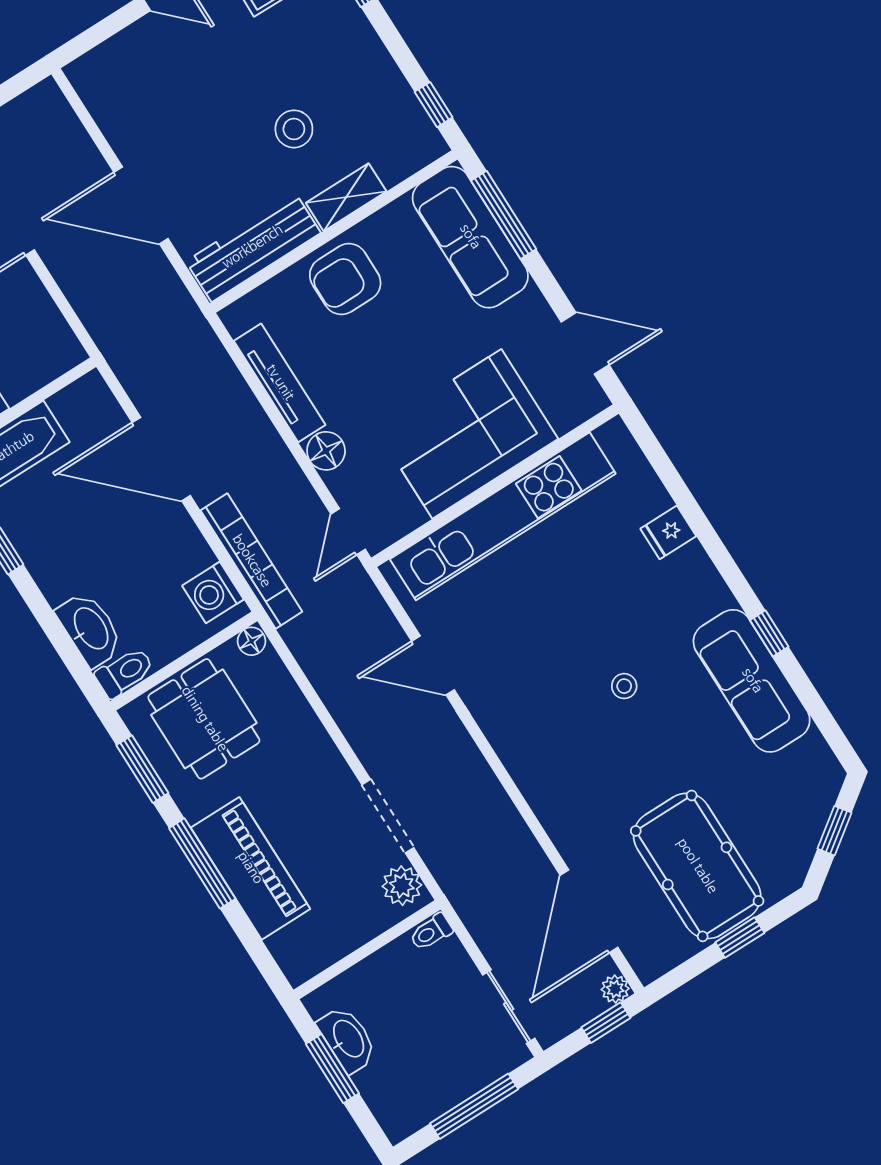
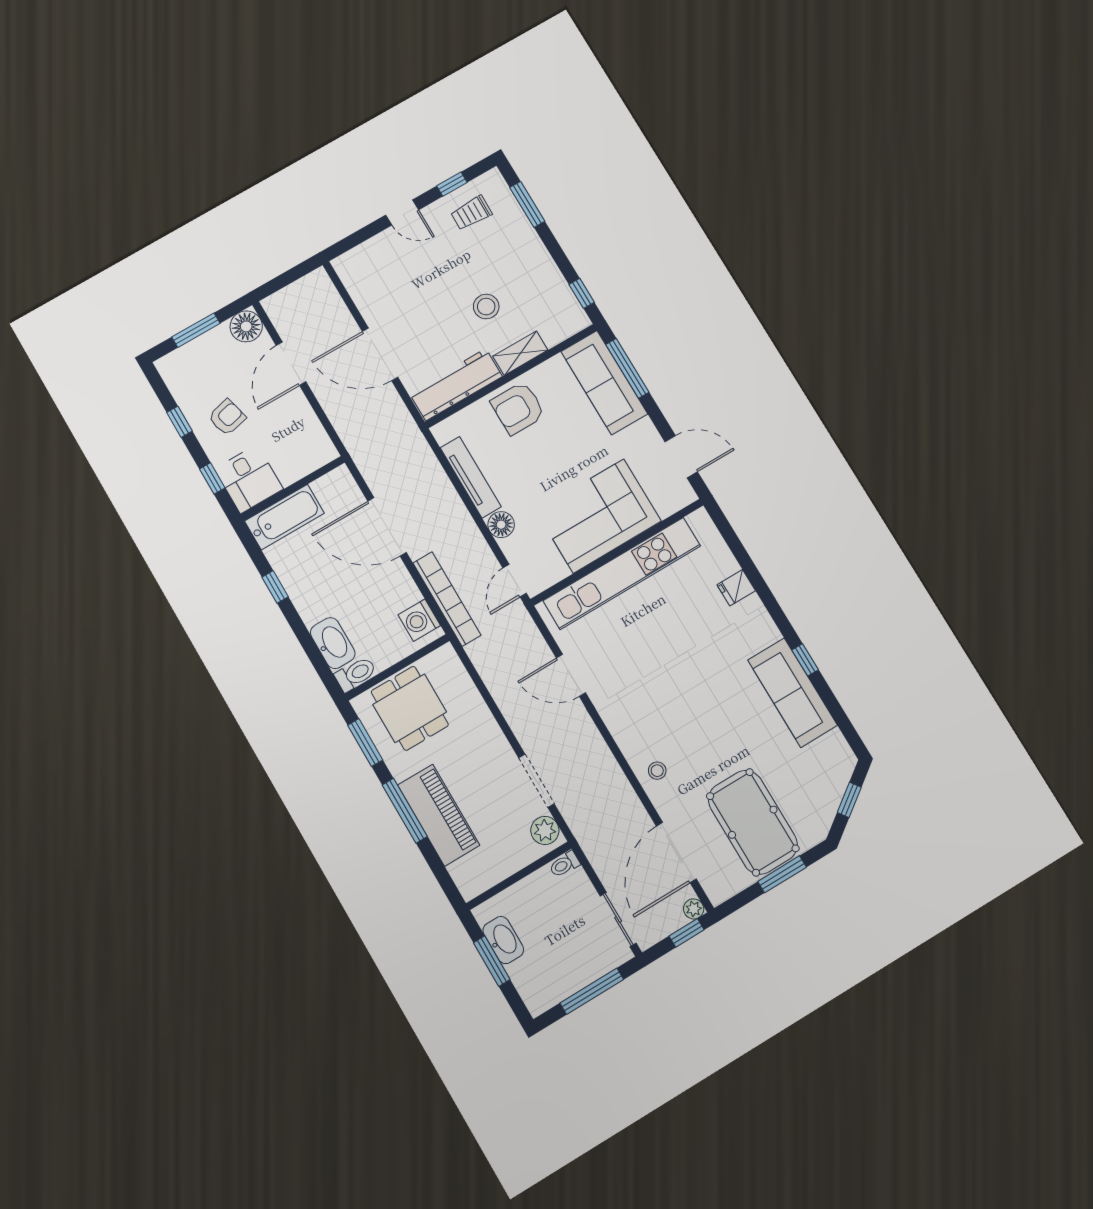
floor lamp: (252, 641) -> (445, 655), removed
stool: (624, 686) -> (657, 771), moved
window: (740, 938) -> (782, 874), width x1.50

